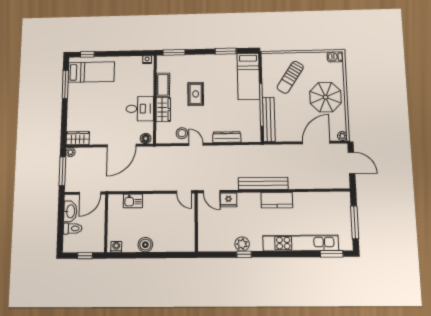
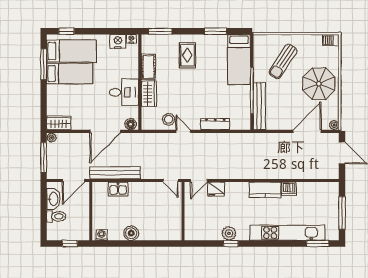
nightstand: (135, 62) -> (118, 41), added
bed: (89, 92) -> (70, 73), added
rug: (196, 94) -> (187, 55), moved
bench: (263, 183) -> (115, 173), moved
door: (212, 192) -> (199, 180), hinge flipped
dishwasher: (301, 199) -> (289, 189), added

